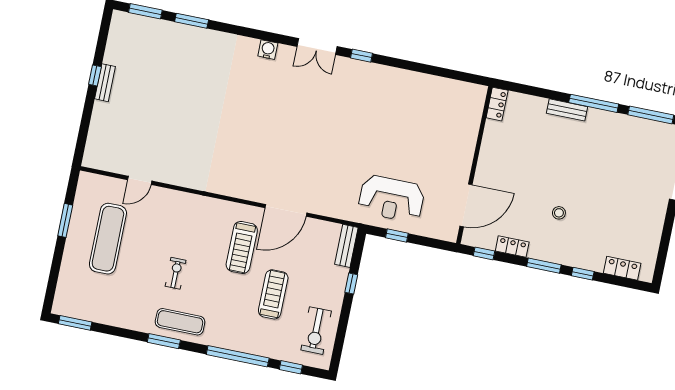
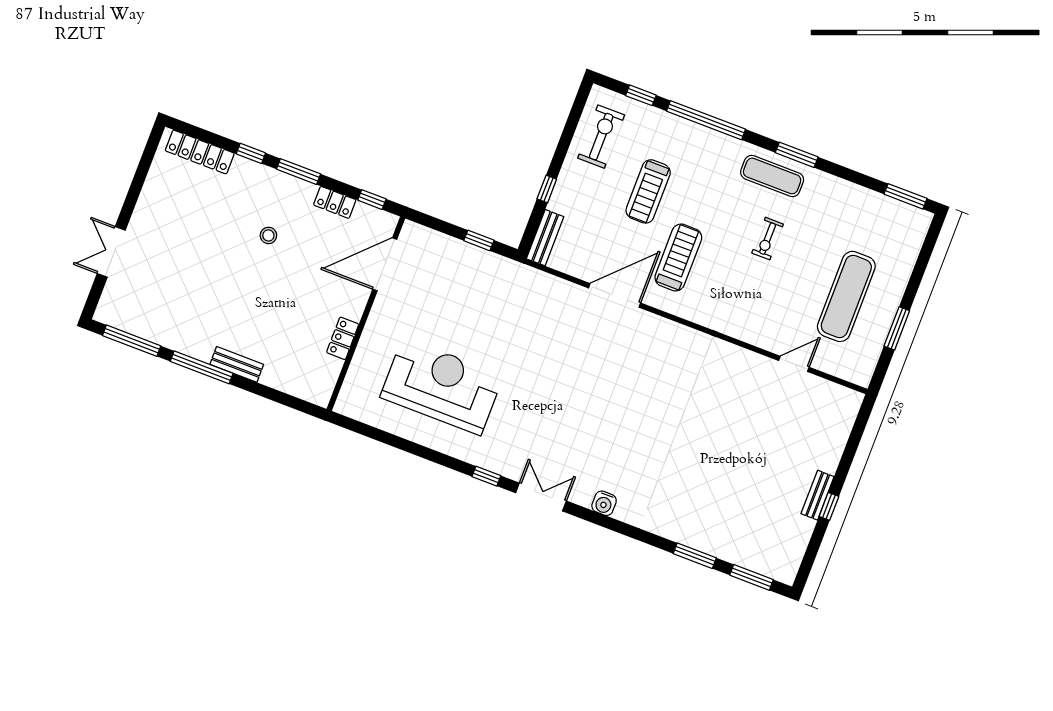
locker: (497, 104) -> (343, 338), moved
reception desk: (391, 199) -> (442, 386), moved, width x1.36, depth x1.30
locker: (622, 268) -> (200, 152), width x1.53

